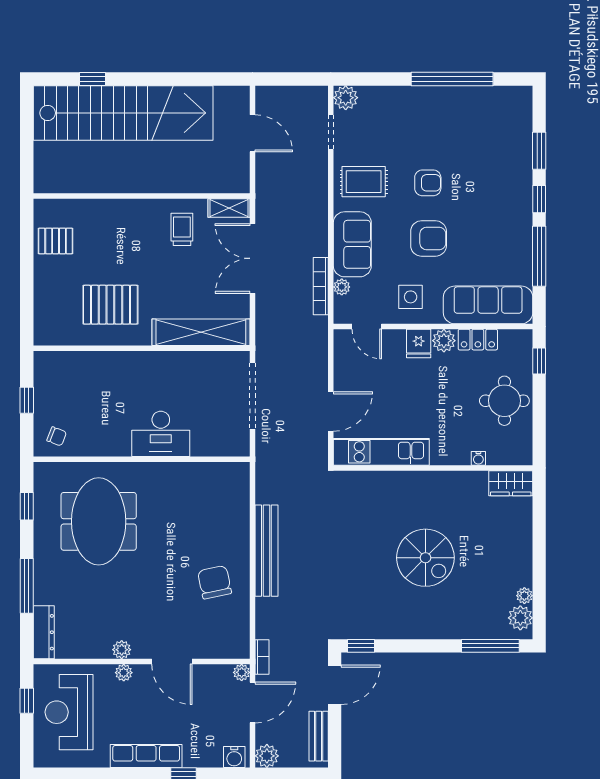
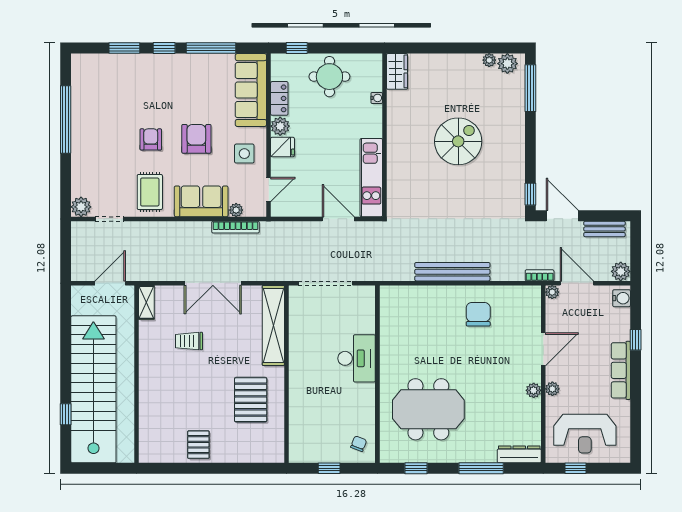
wall: (142, 196) -> (137, 374), moved
shelving: (229, 208) -> (146, 302), moved
chair: (215, 582) -> (478, 314), turned 102

